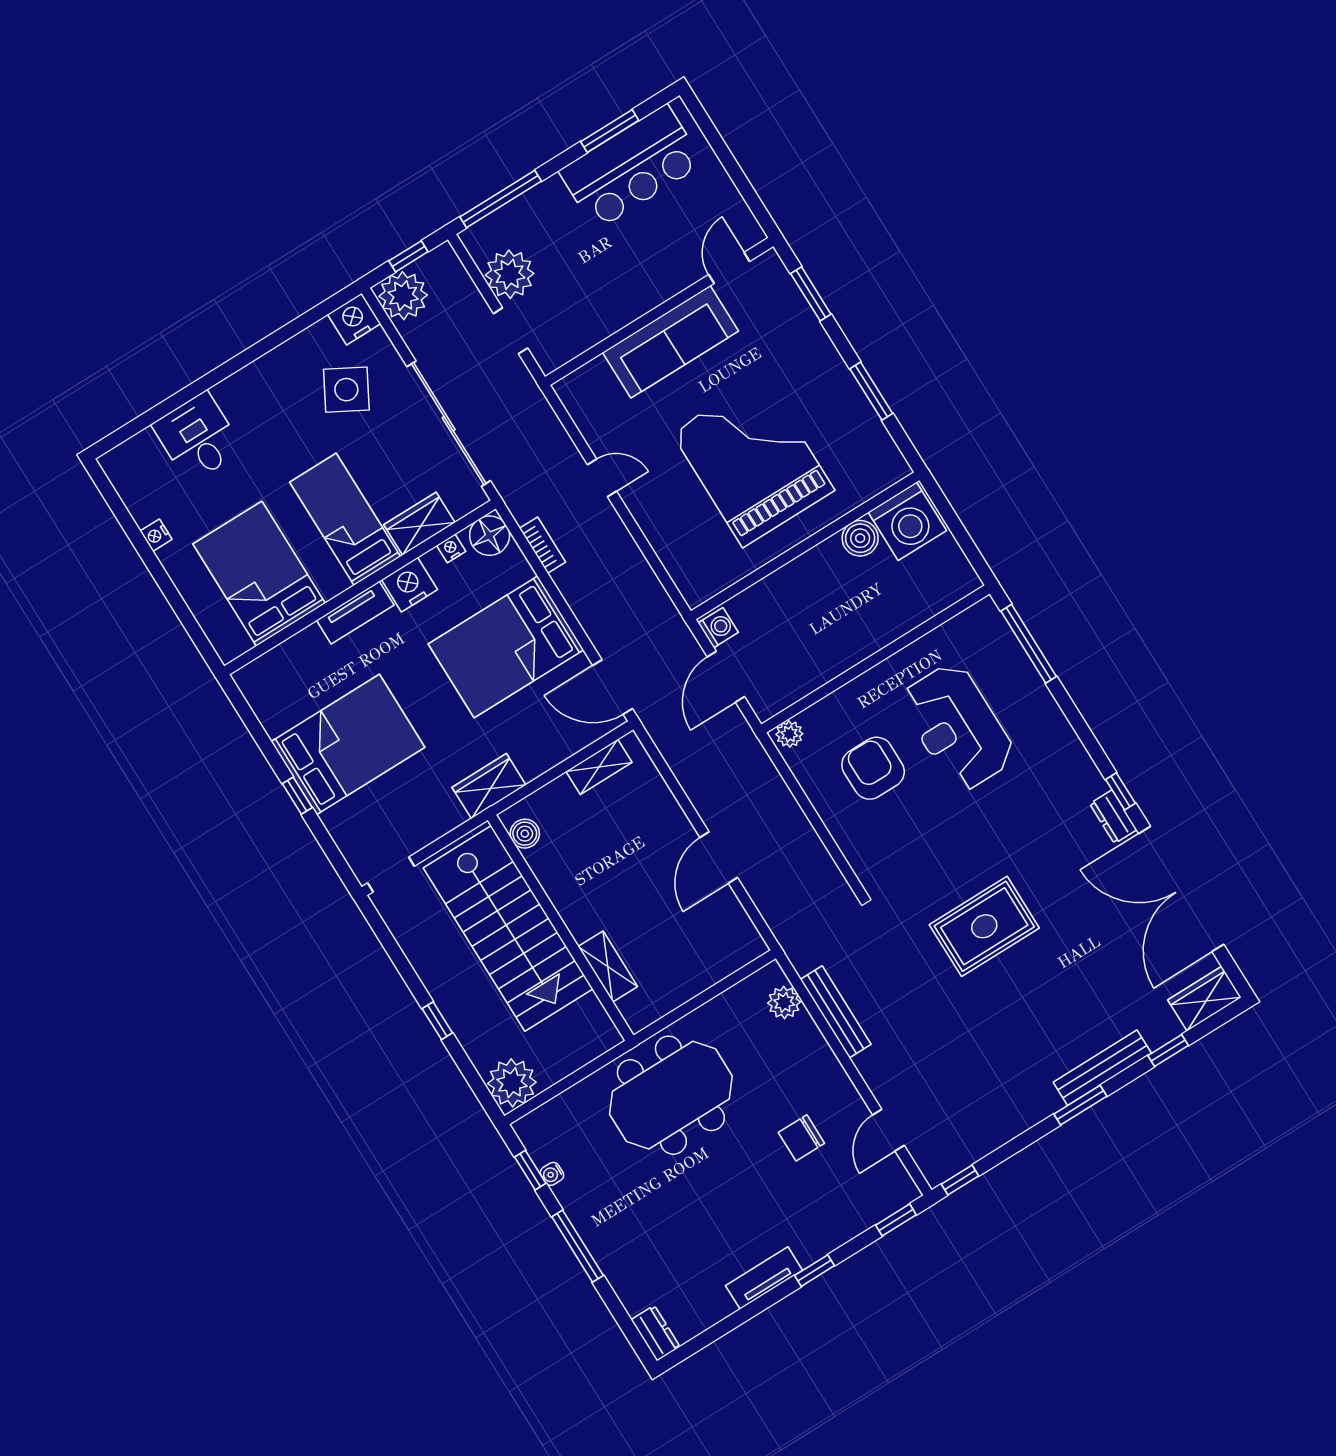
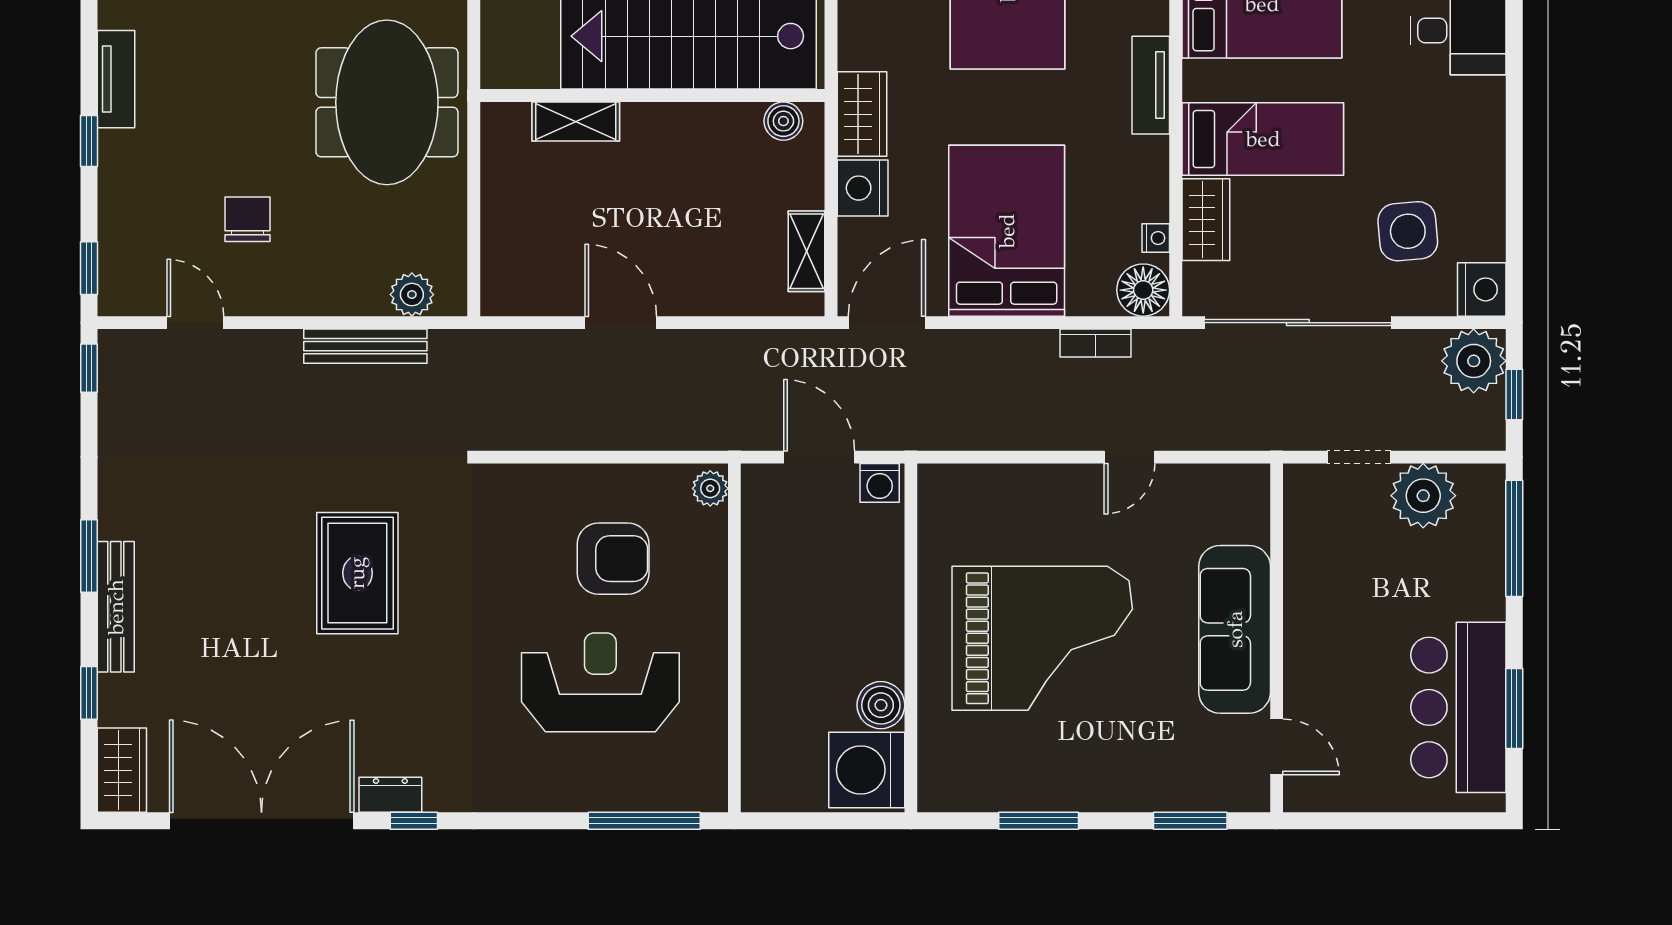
side table: (346, 390) -> (1408, 231), turned -34
nightstand: (409, 585) -> (863, 188), moved, turned 180

